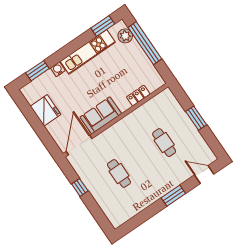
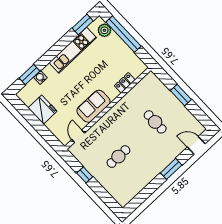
water cooler: (58, 69) -> (40, 77), moved
door: (79, 145) -> (78, 136), width x0.53
cafe table: (119, 173) -> (118, 157), turned 90

